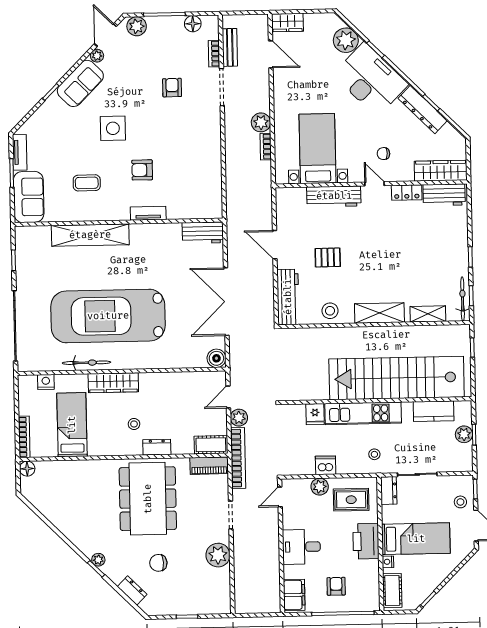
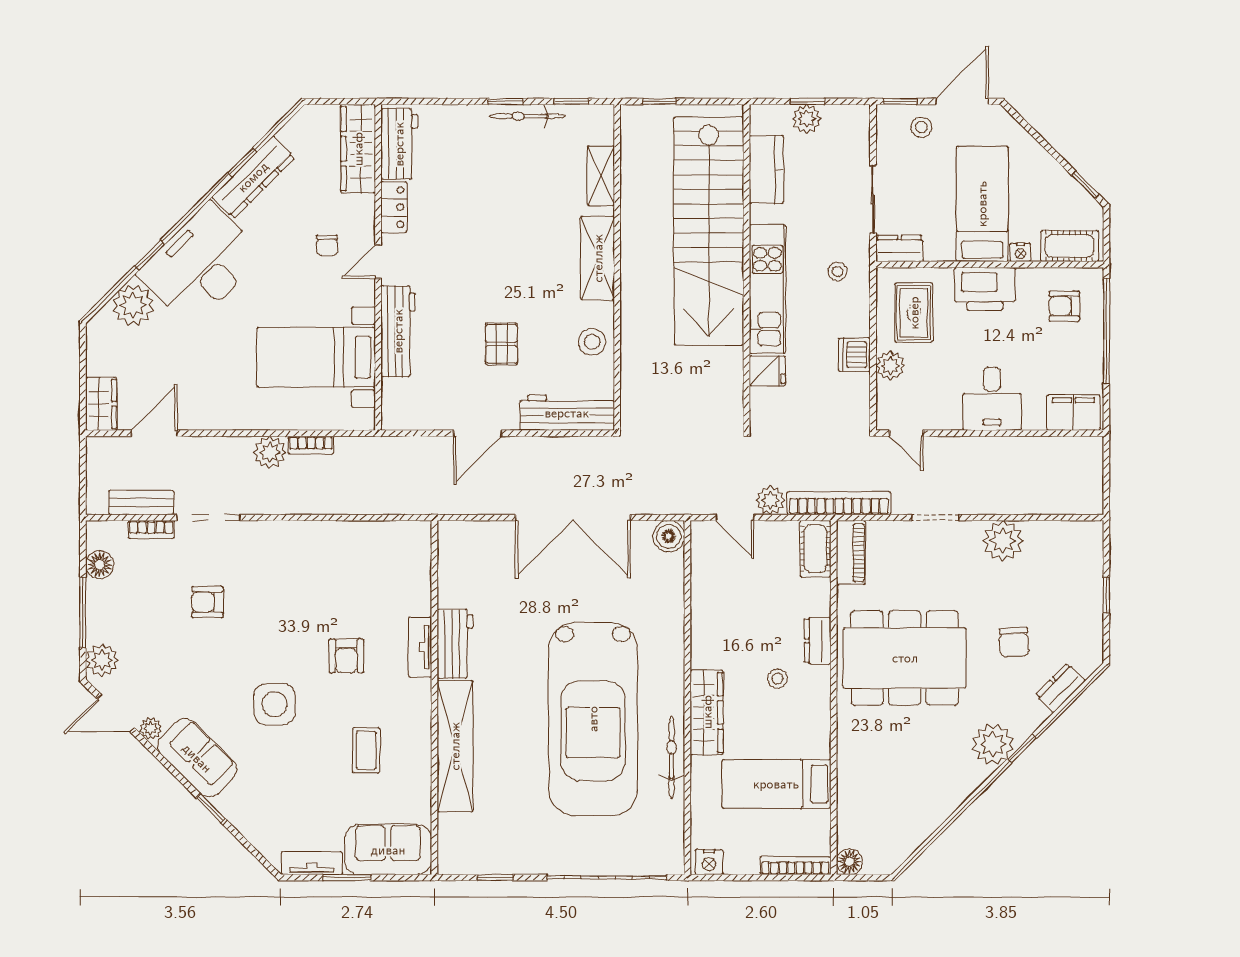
workbench: (203, 233) -> (455, 644), moved
bicycle: (463, 299) -> (527, 116), moved
nightstand: (46, 382) -> (709, 862), moved, turned -90
plant: (98, 560) -> (993, 744), width x1.88, depth x1.88
armchair: (336, 586) -> (1064, 306), moved

